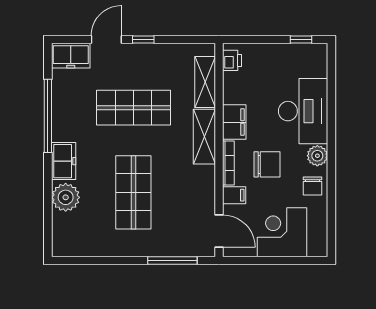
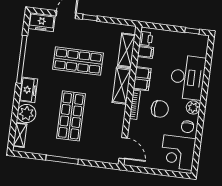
filing cabinet: (234, 195) -> (146, 52), moved
shelving: (60, 231) -> (20, 135), added
corner desk: (282, 232) -> (178, 153), moved, turned -90
window: (172, 260) -> (62, 160), moved

